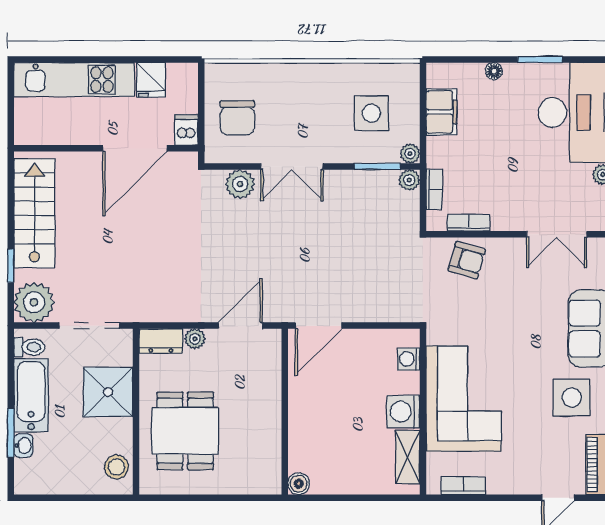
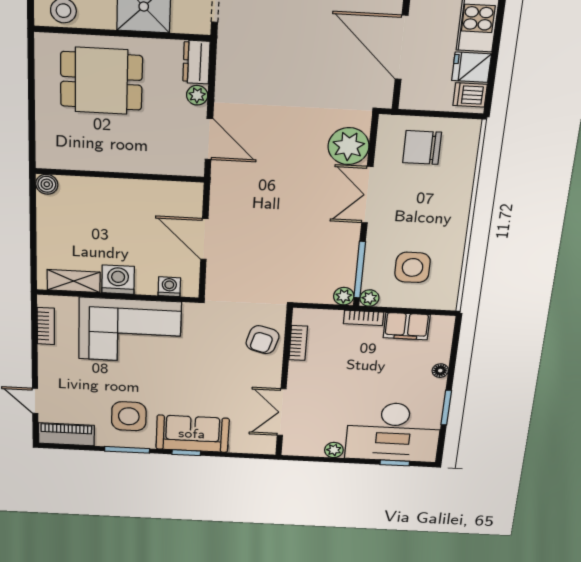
dishwasher: (186, 130) -> (470, 95), moved, turned 180
window: (377, 166) -> (360, 270), width x1.44
plant: (240, 184) -> (349, 146), width x1.36, depth x1.36
bookcase: (434, 189) -> (364, 318), moved
door: (318, 326) -> (204, 239), moved

